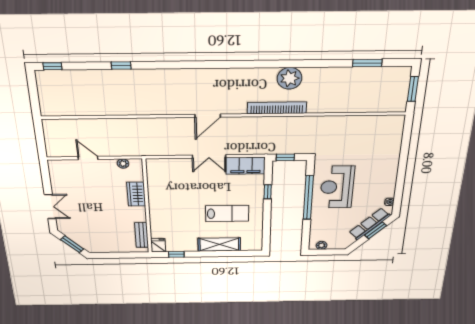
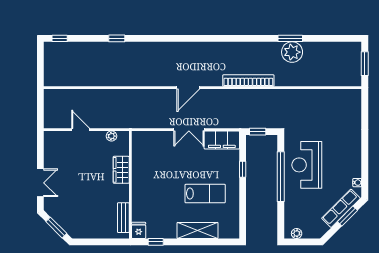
window: (367, 63) -> (290, 38), moved
plant: (290, 78) -> (292, 52), moved

